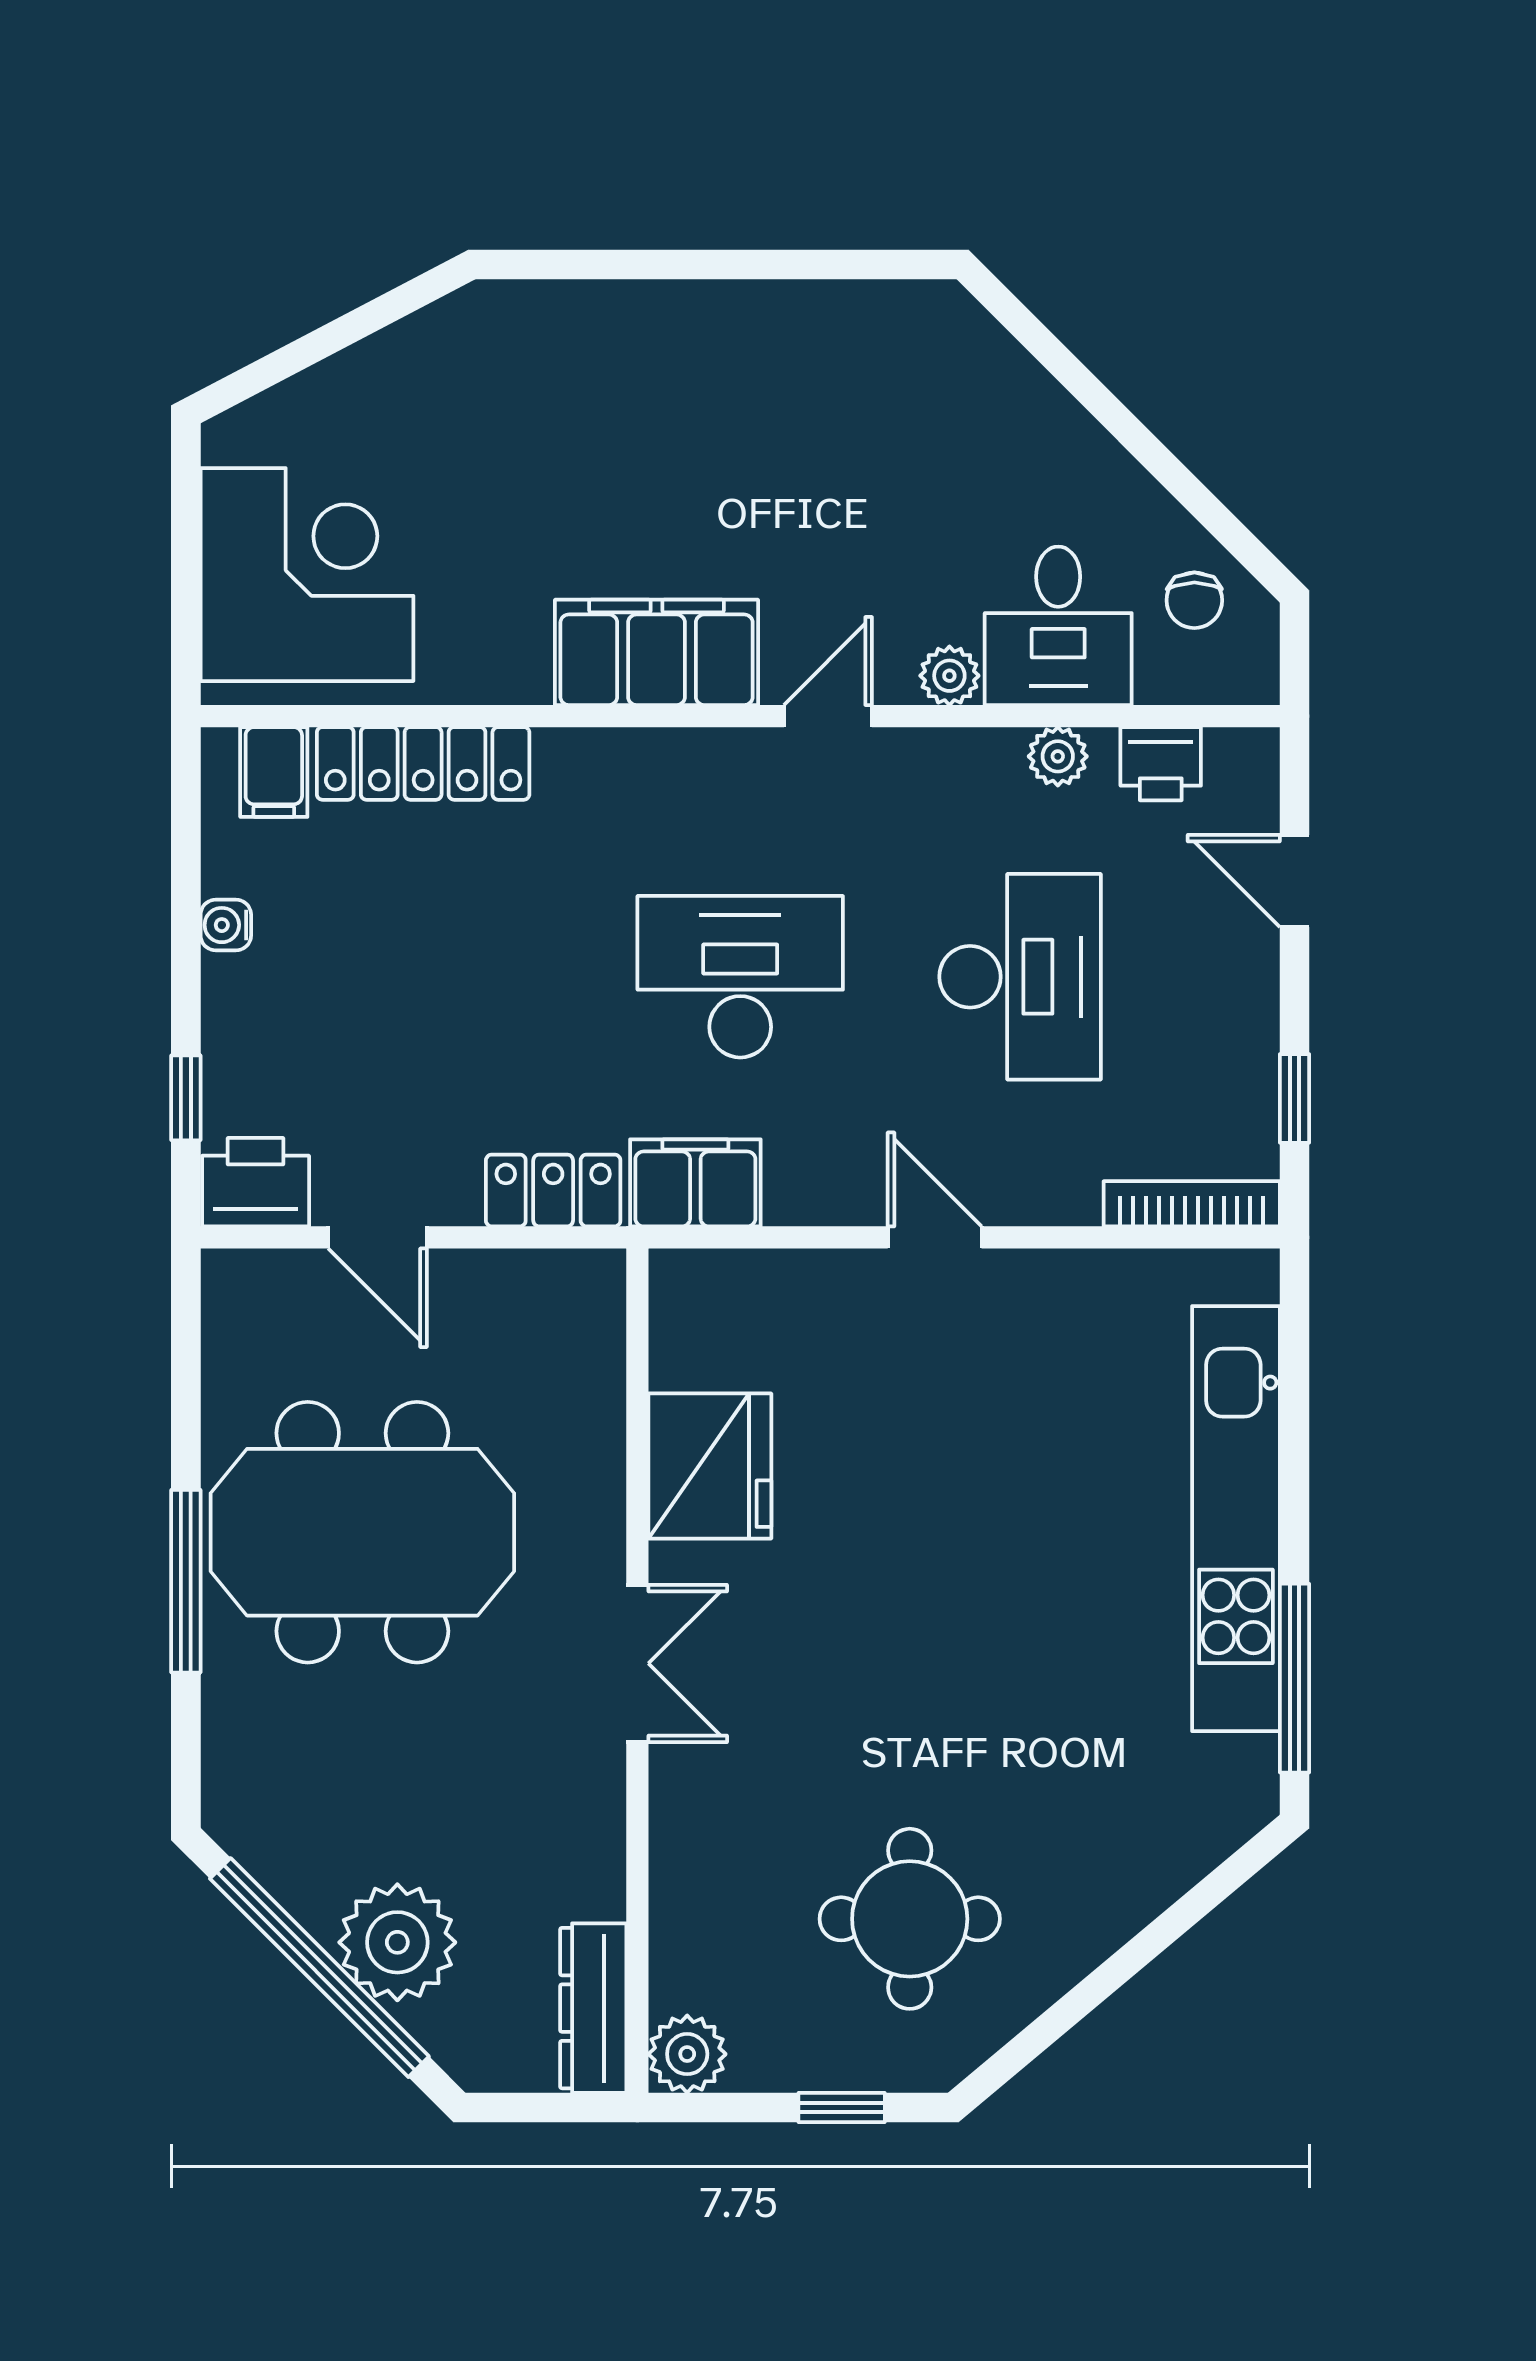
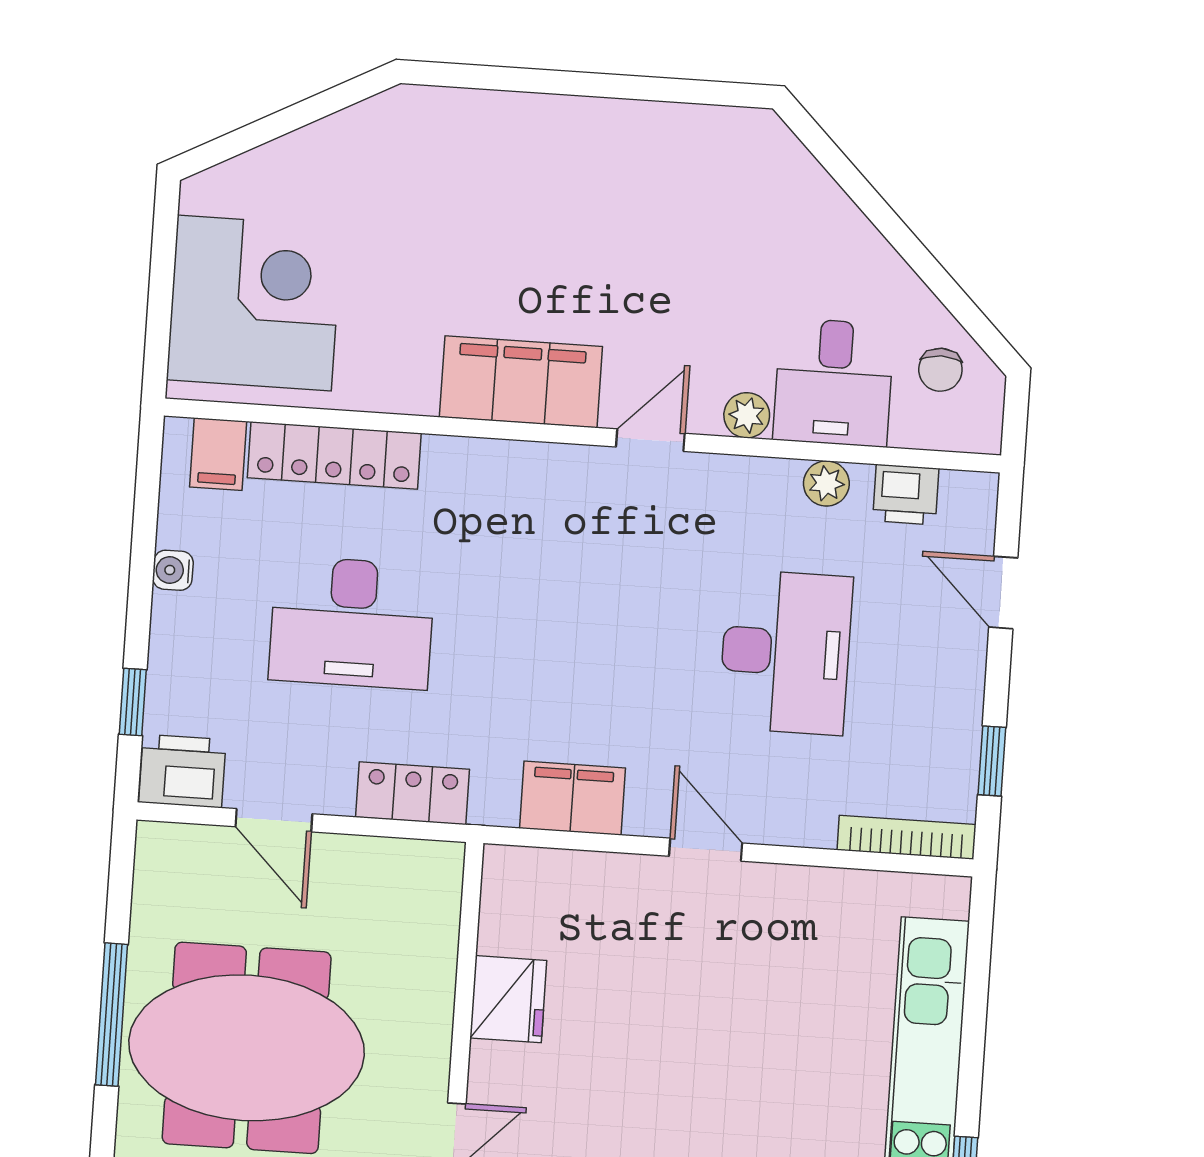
desk: (740, 977) -> (352, 623), moved, turned 180
filing cabinet: (695, 1183) -> (573, 798), moved
fridge: (710, 1466) -> (508, 999), width x0.73, depth x0.75
window: (186, 1581) -> (111, 1015), moved

